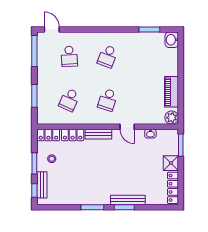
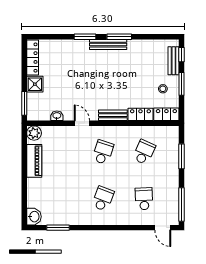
bench: (128, 200) -> (108, 45), moved

